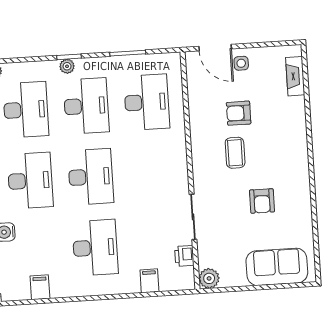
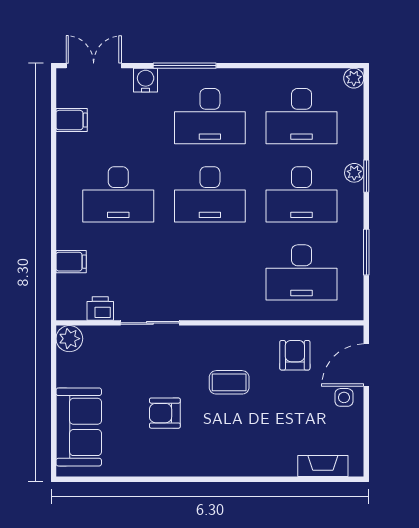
armchair: (239, 113) -> (295, 355), moved

